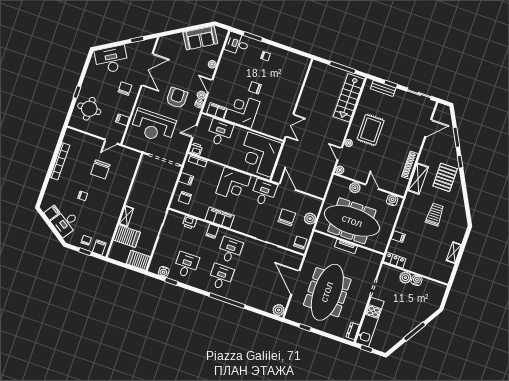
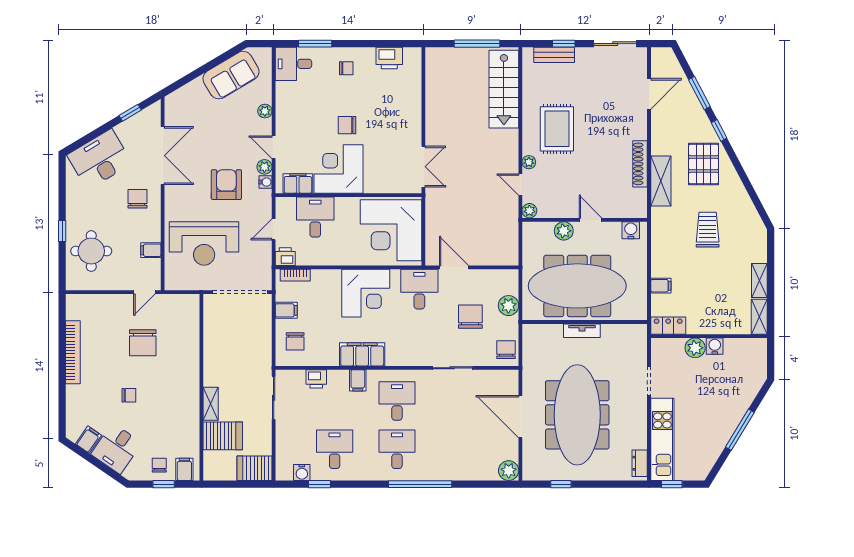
printer: (291, 59) -> (389, 58), added
shelving: (447, 273) -> (759, 317), added

